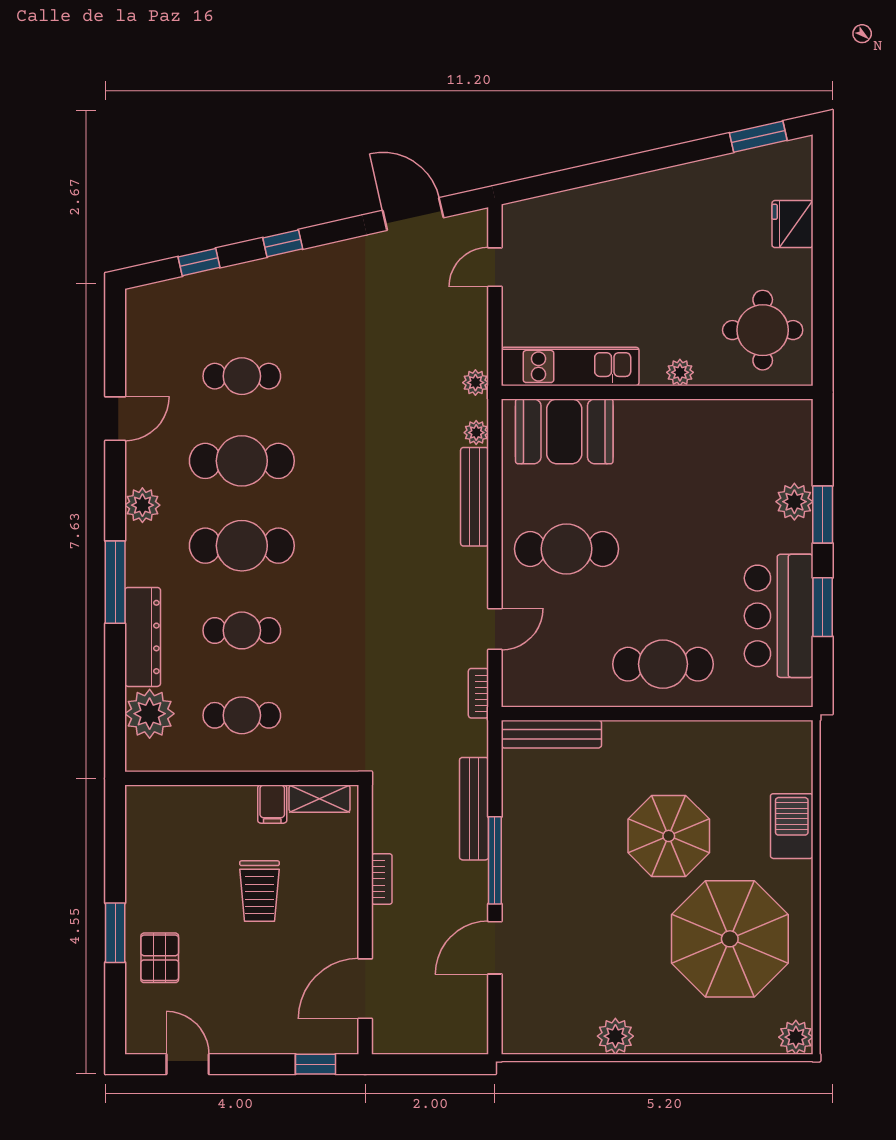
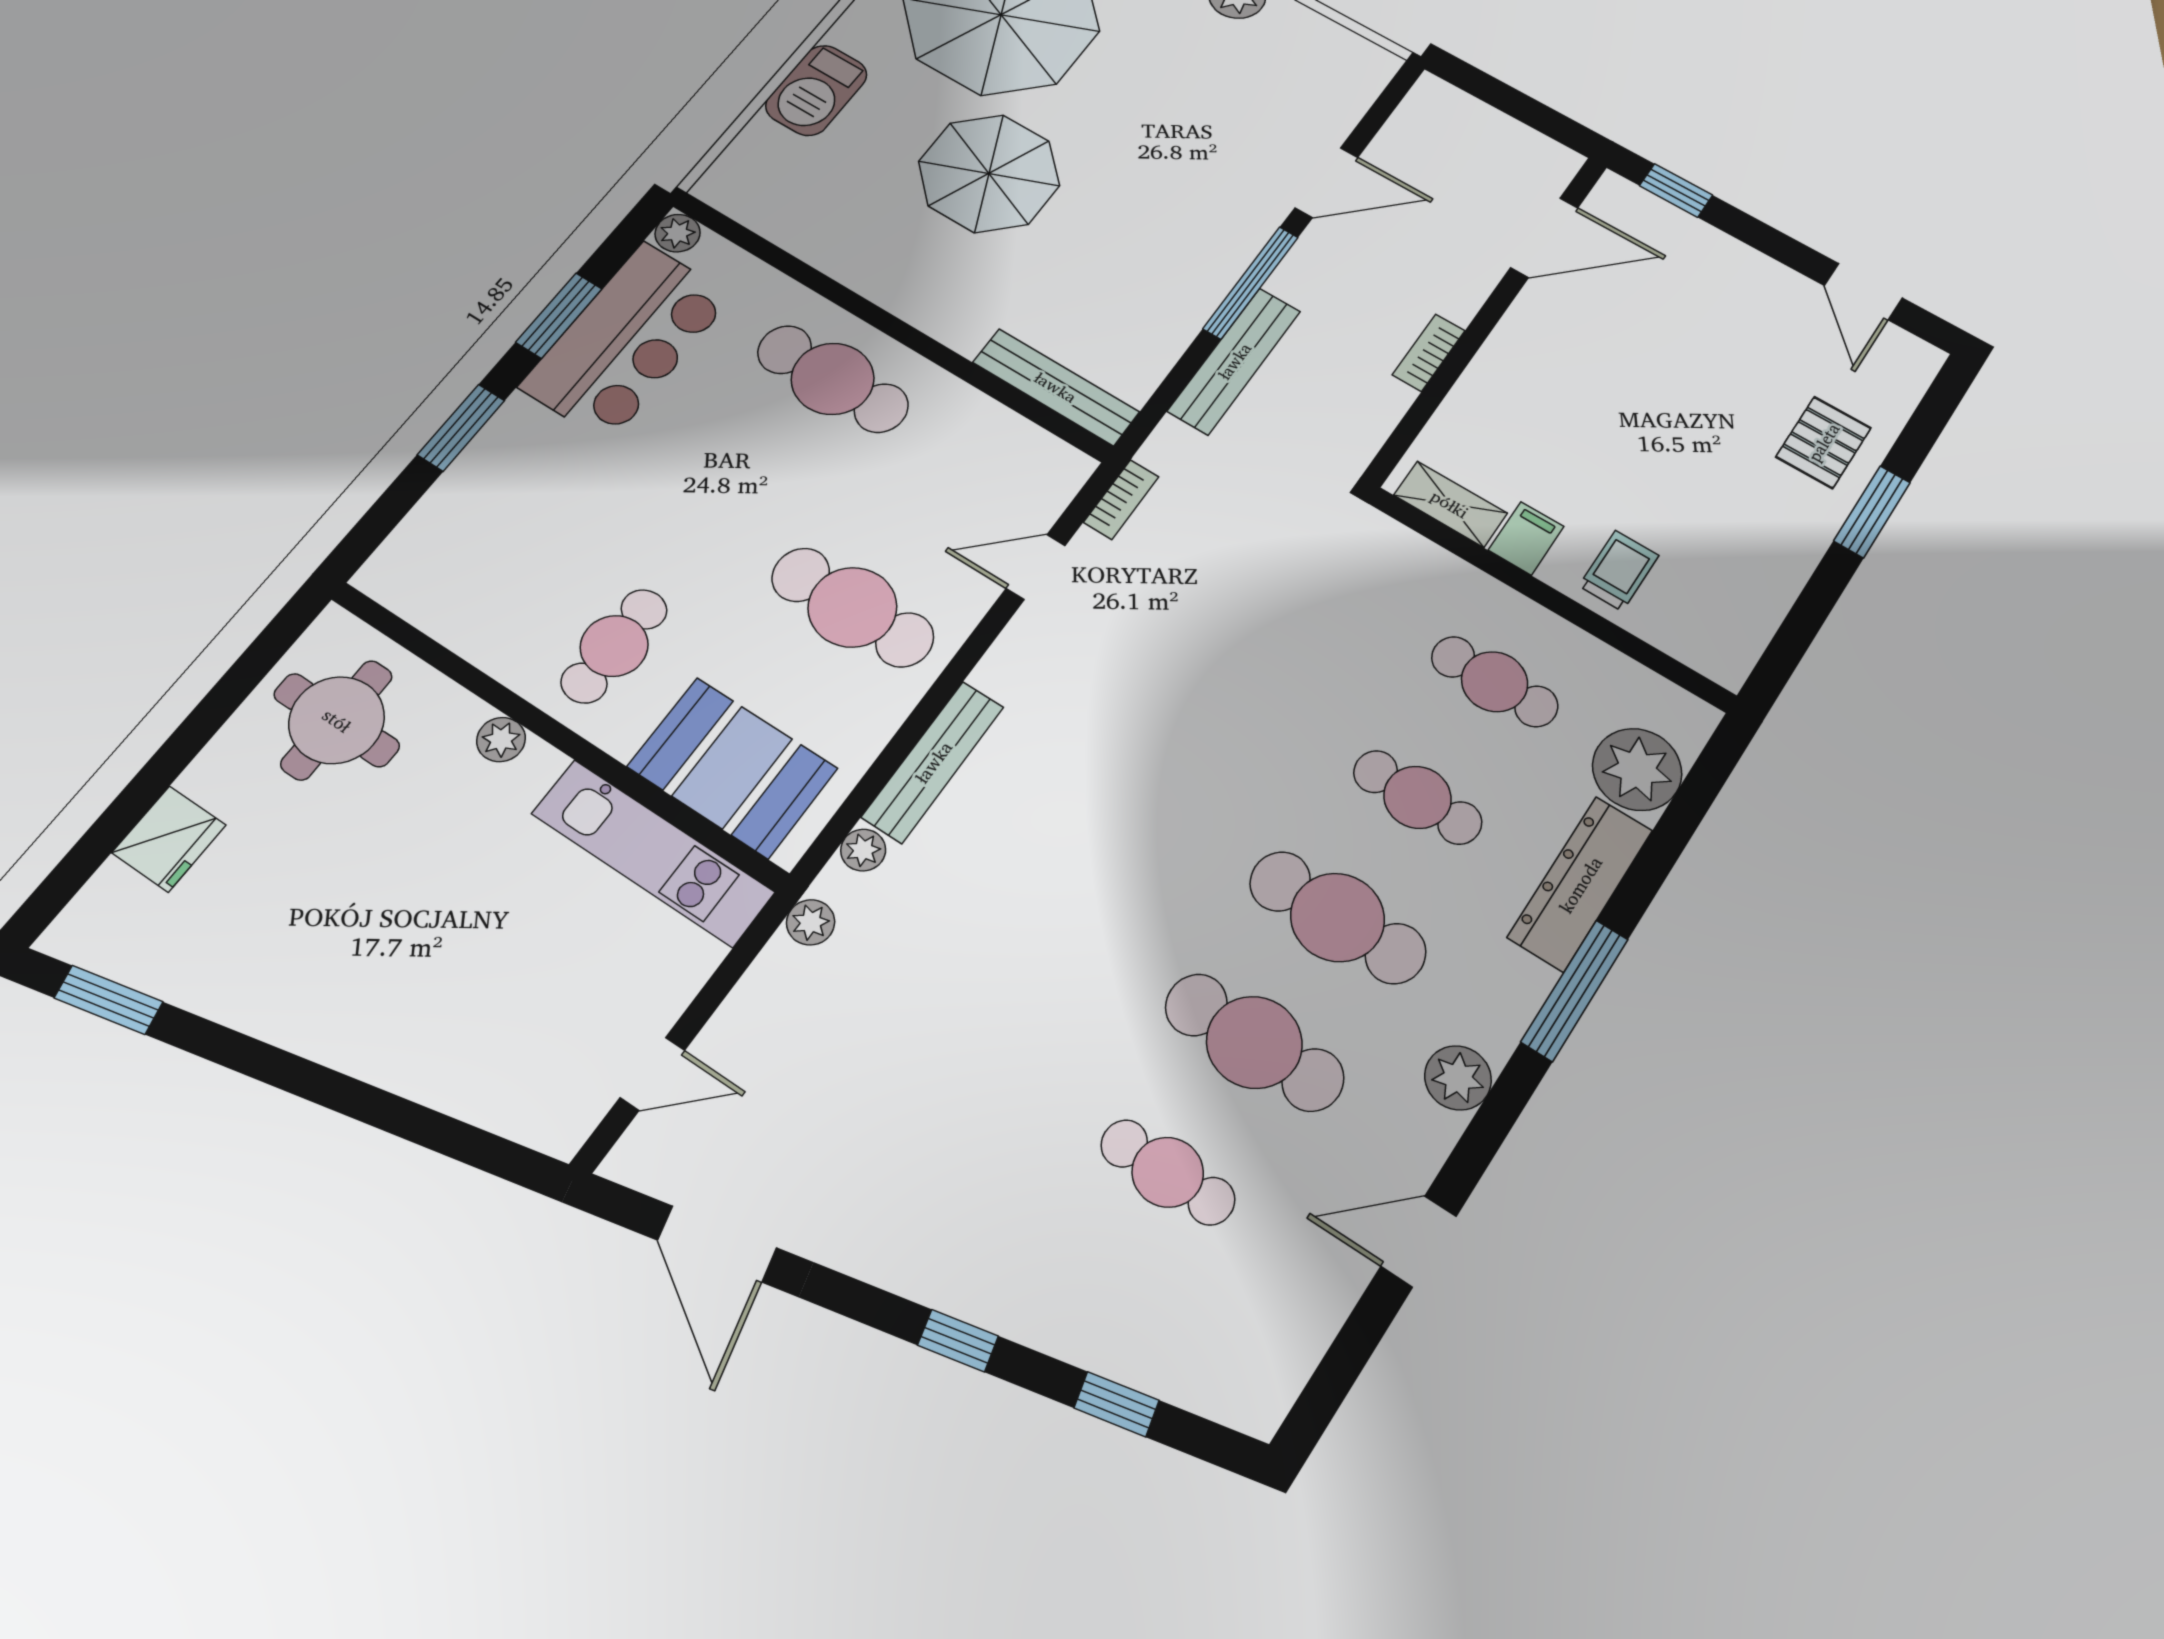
cafe table: (663, 453) -> (614, 646), added
plant: (794, 502) -> (678, 233), moved, width x0.73, depth x0.73
trolley: (260, 891) -> (1619, 571), moved, width x0.73, depth x0.72

